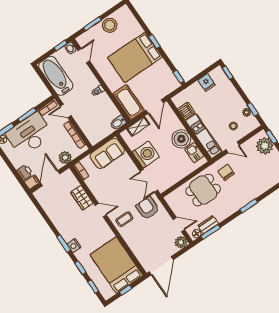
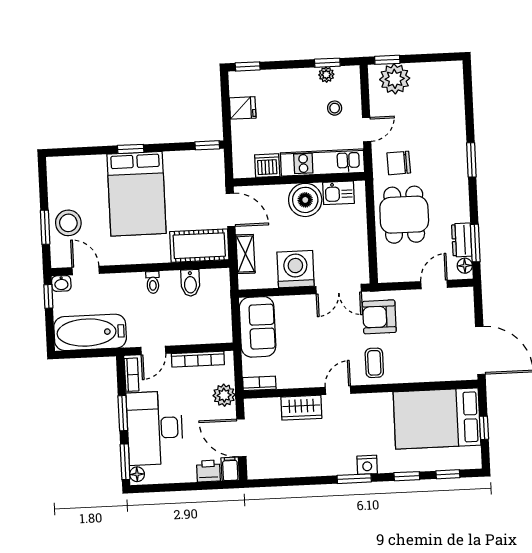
stool: (110, 25) -> (68, 223), moved
bidet: (118, 123) -> (190, 283), moved
plant: (181, 242) -> (463, 298), removed

